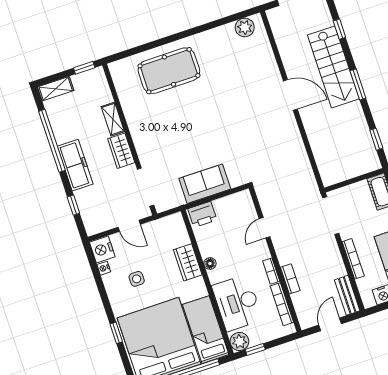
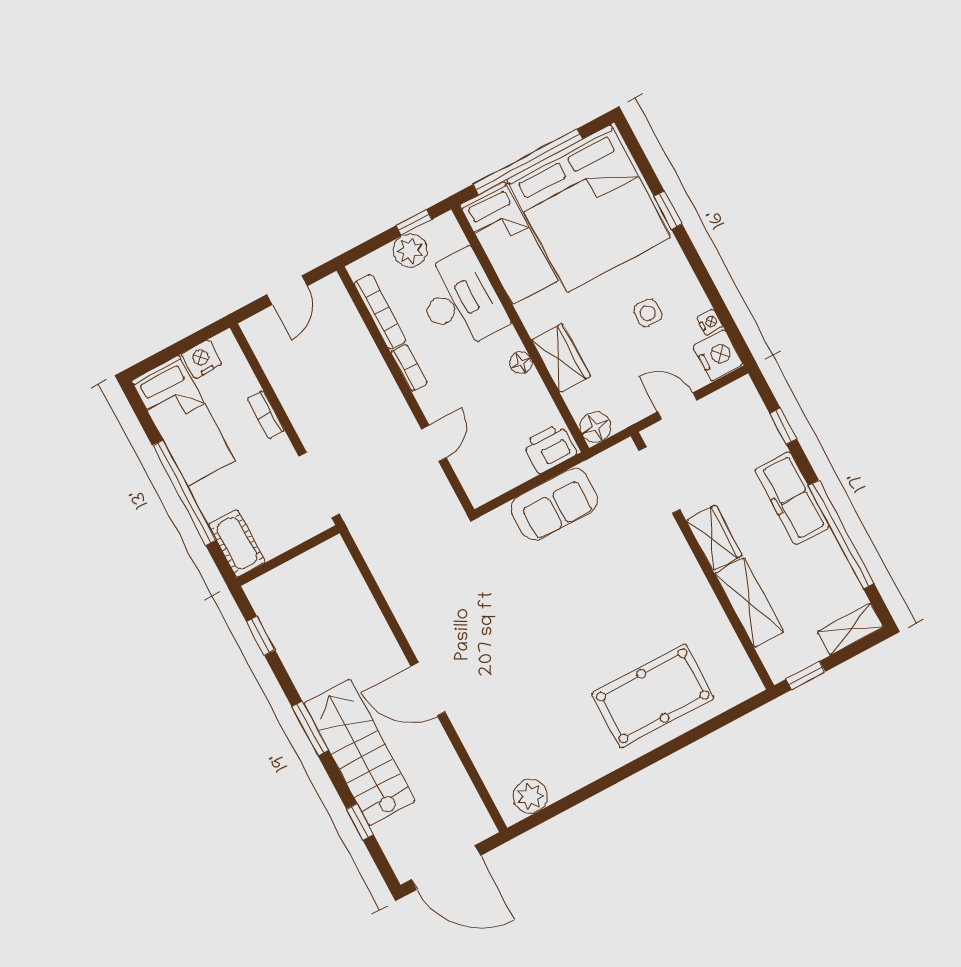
shelving: (113, 119) -> (749, 603), width x1.50, depth x1.33
floor lamp: (175, 222) -> (595, 427), added
bookcase: (353, 259) -> (266, 415), width x0.64
bookcase: (290, 279) -> (372, 360), removed
bench: (347, 295) -> (265, 347), removed
plant: (239, 341) -> (410, 250), moved

